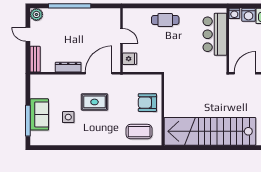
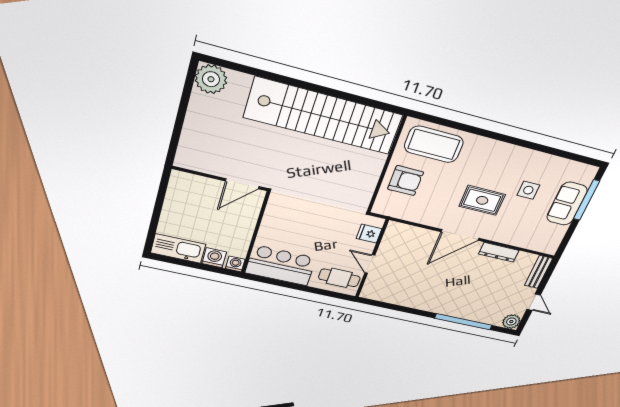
bar counter: (215, 34) -> (281, 265), moved, turned -90
door: (122, 36) -> (370, 264), moved
wall: (122, 40) -> (372, 259), moved
fridge: (130, 59) -> (369, 234), moved
coffee table: (139, 132) -> (434, 144), width x1.36, depth x1.32

